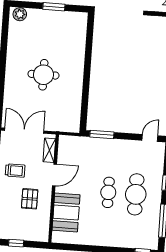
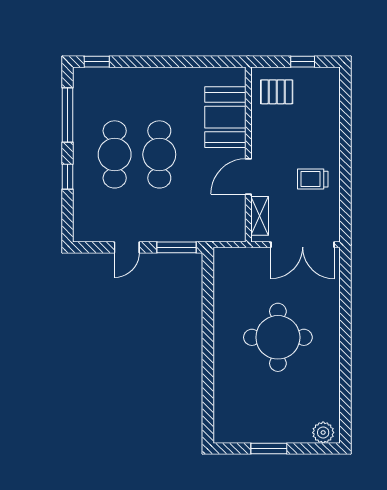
round table: (43, 75) -> (278, 337), width x1.36, depth x1.36
door: (150, 138) -> (127, 247), moved
cafe table: (108, 192) -> (159, 154), width x1.37, depth x1.35
pallet: (30, 199) -> (277, 92), moved, turned 90

